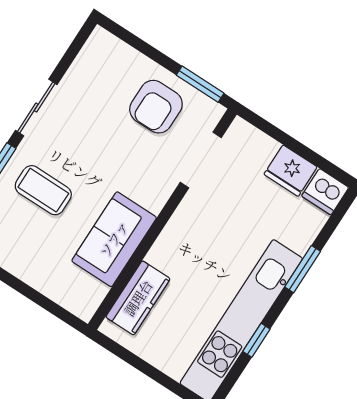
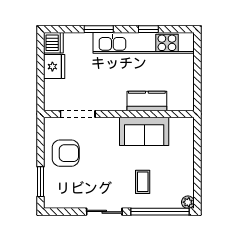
window: (200, 84) -> (41, 182), moved
coffee table: (43, 190) -> (143, 182), width x0.73, depth x0.77
kitchen counter: (138, 298) -> (147, 101), moved

